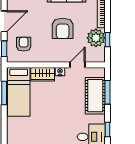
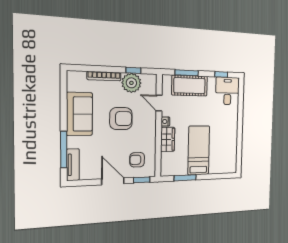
bed: (19, 92) -> (199, 150), moved, turned -90

